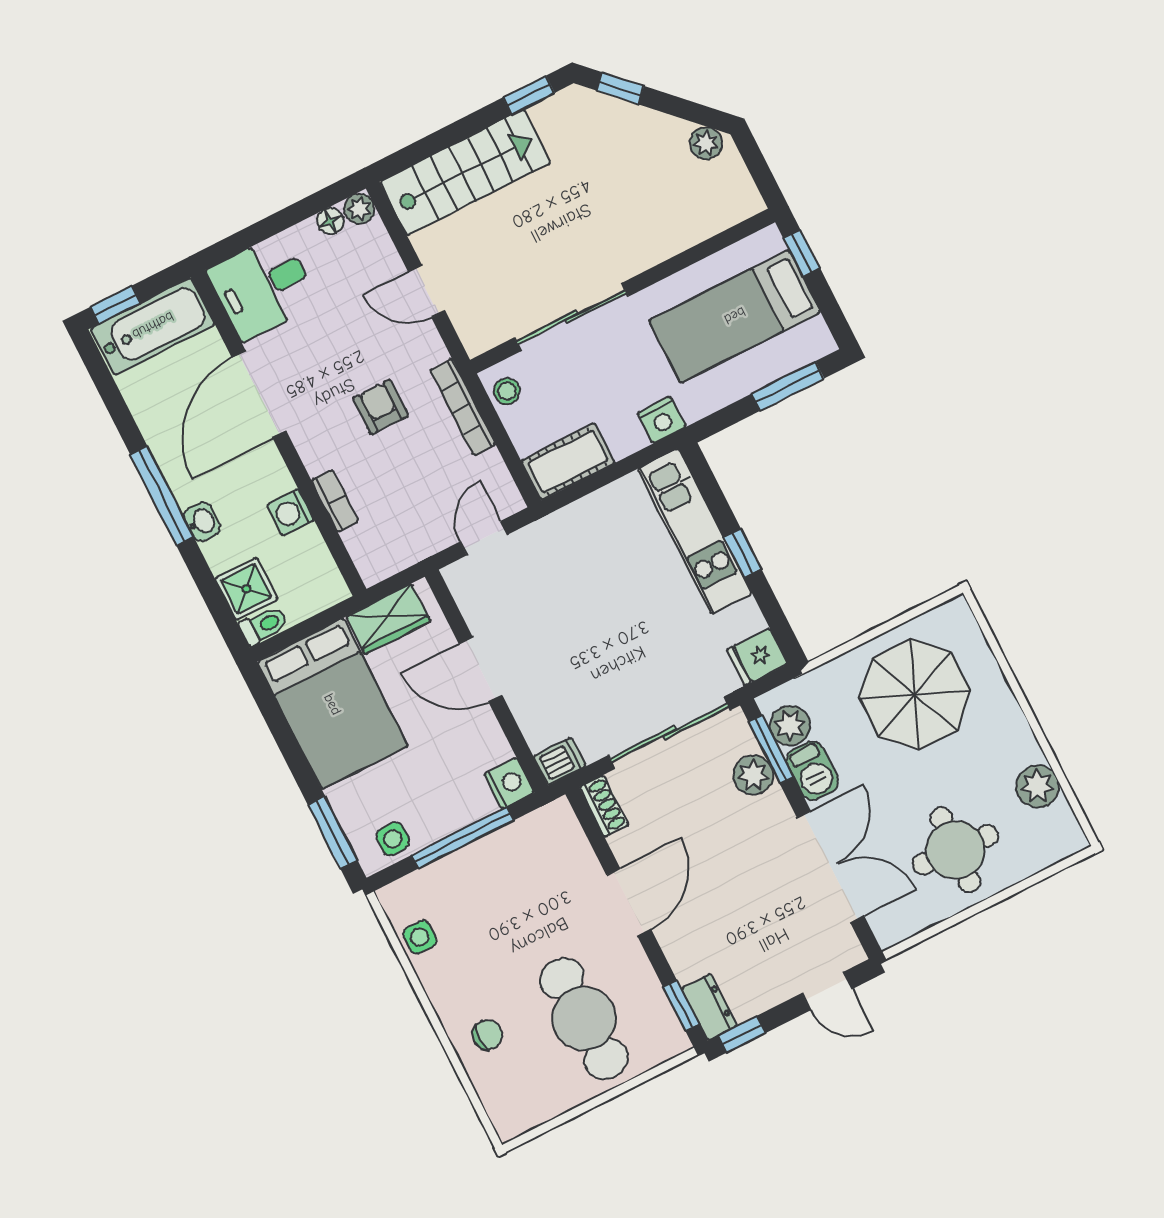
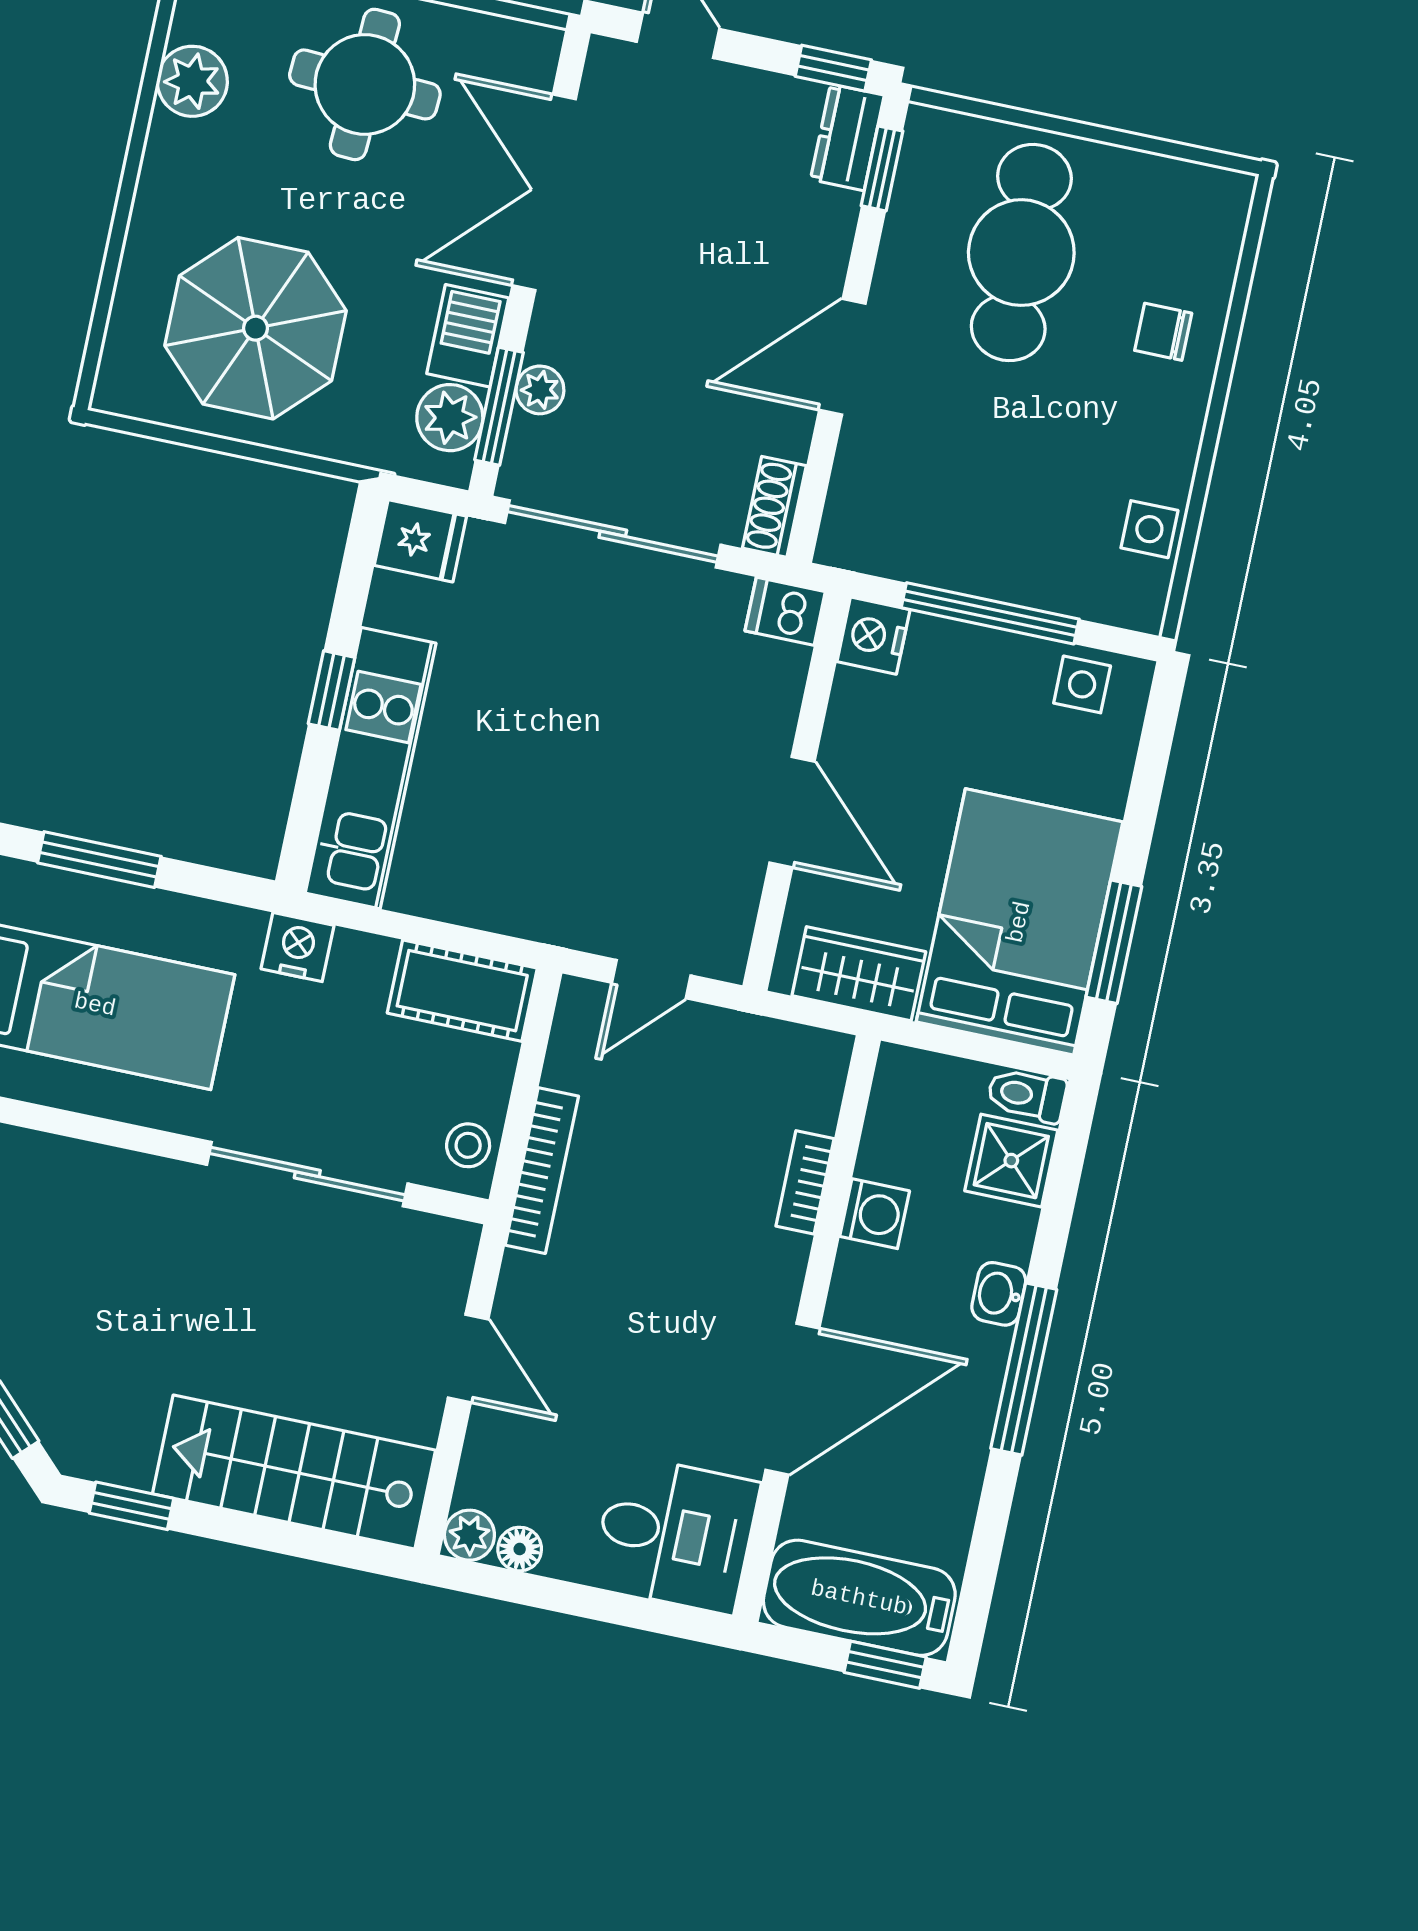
armchair: (381, 407) -> (648, 1256), removed
plant: (753, 775) -> (540, 390), width x0.73, depth x0.73
window: (333, 833) -> (1114, 942), moved

